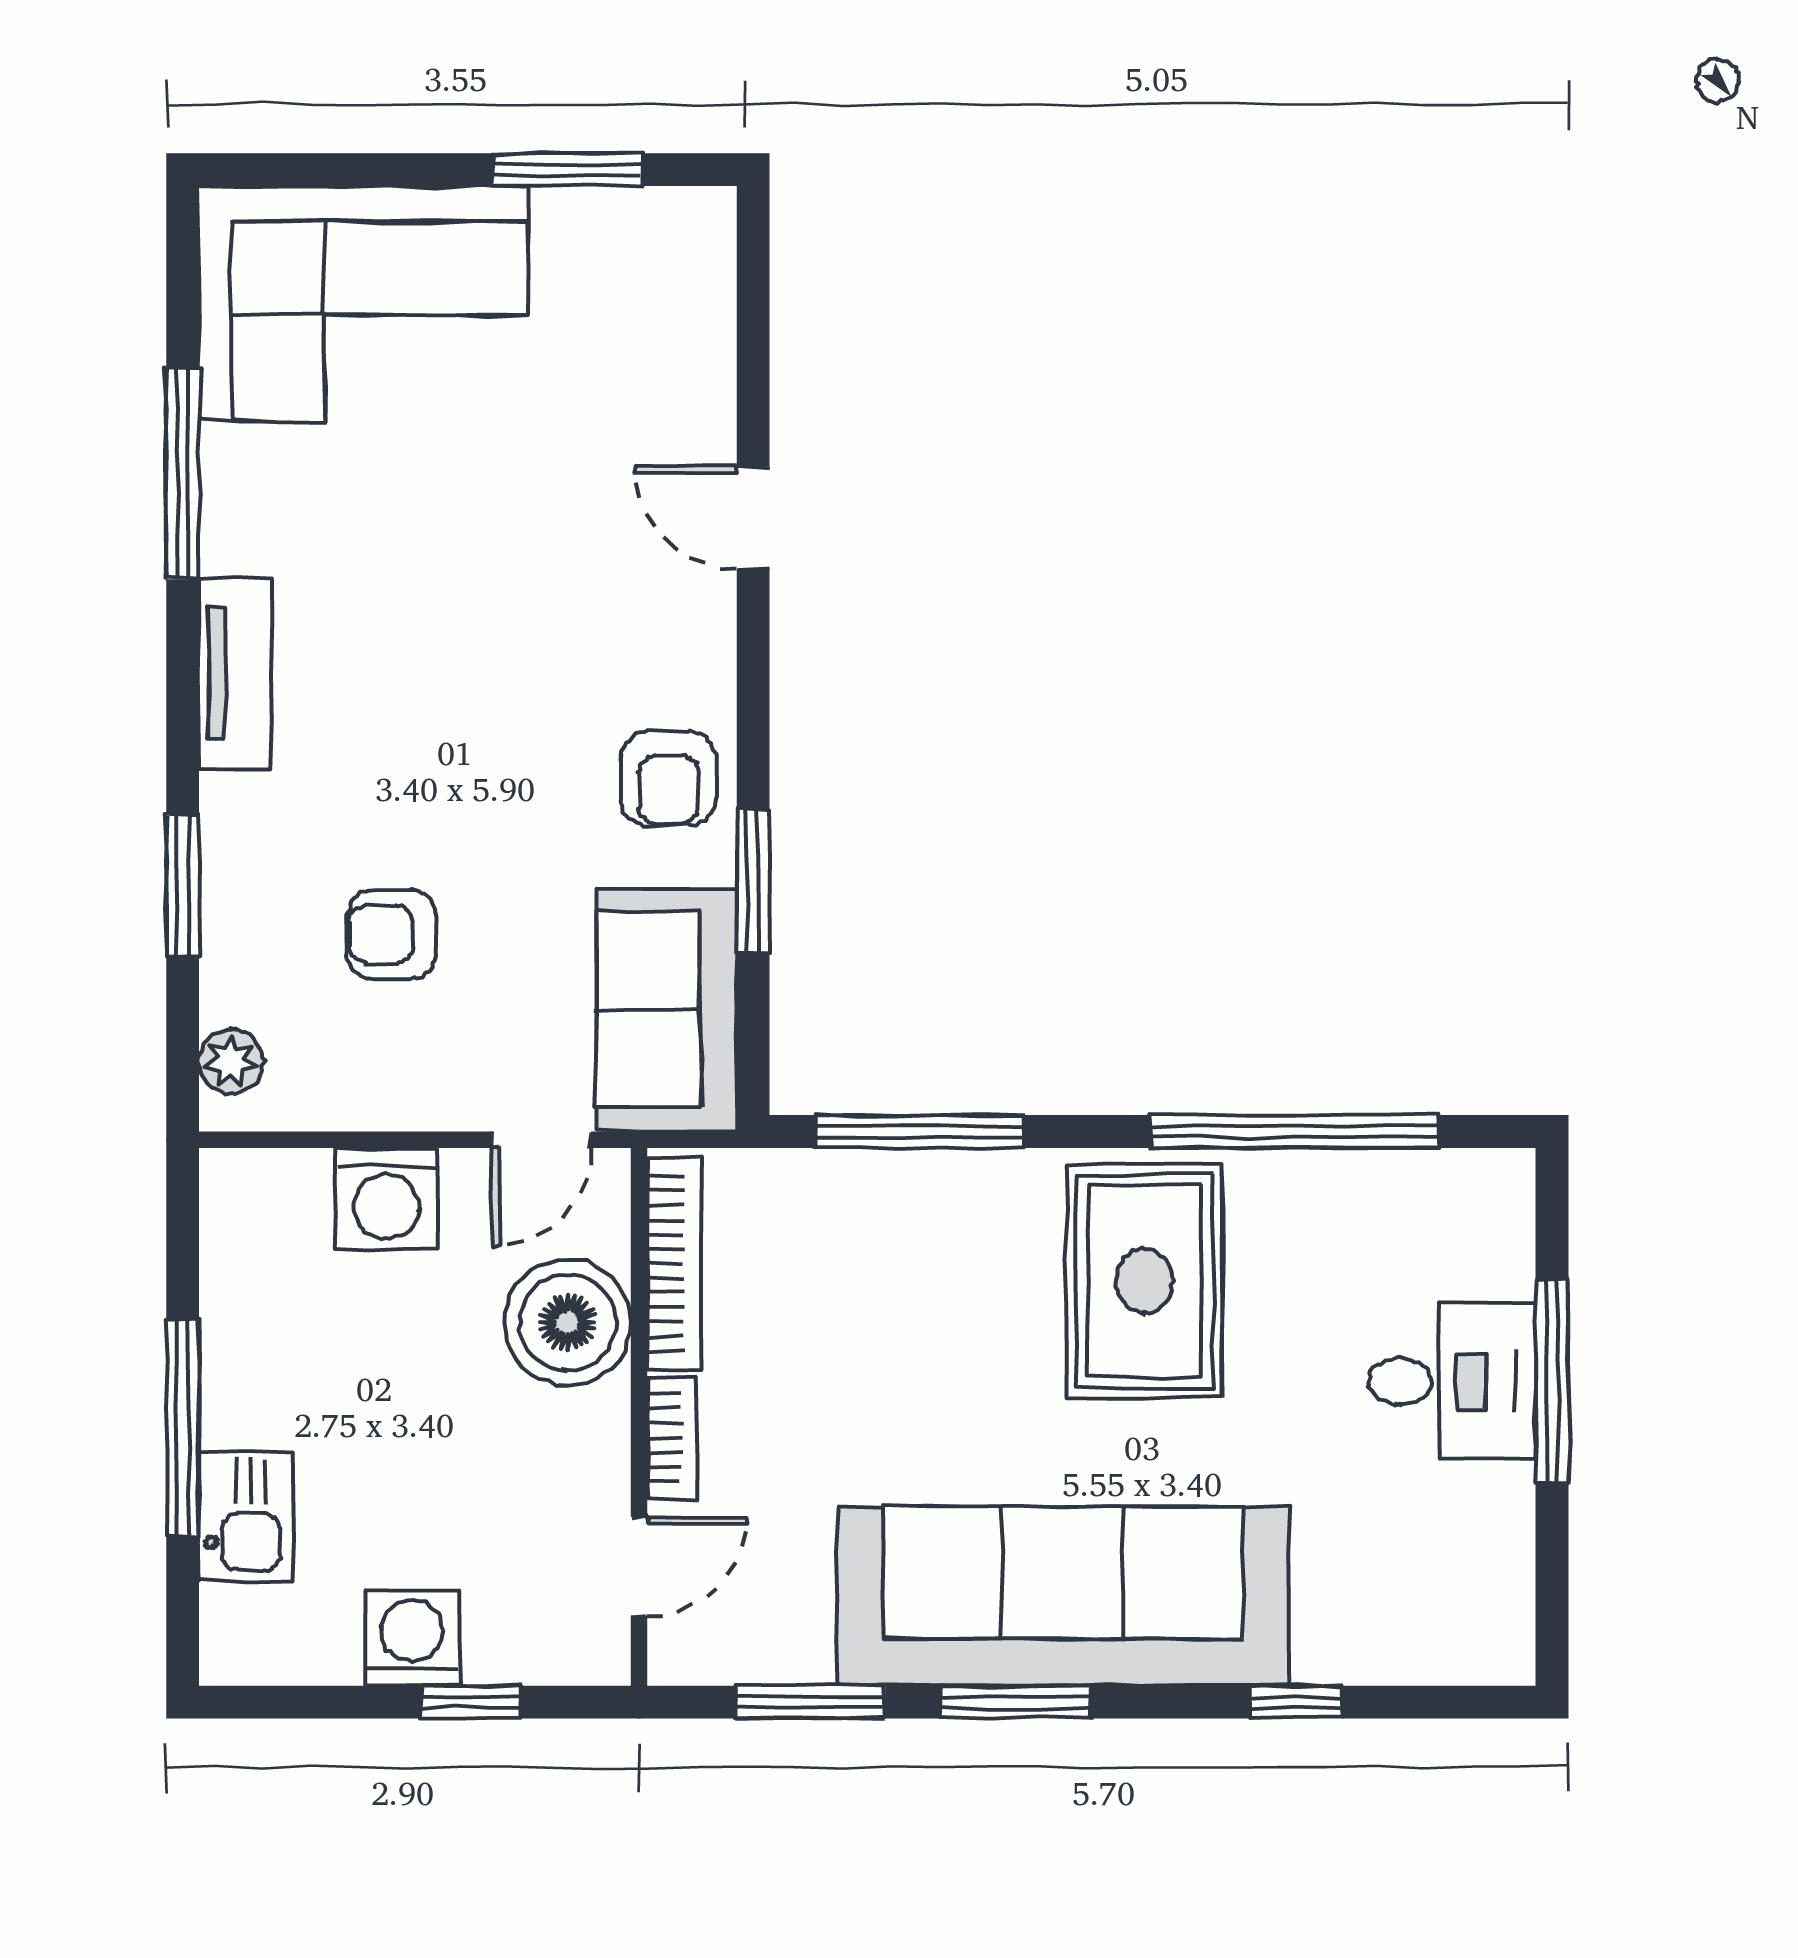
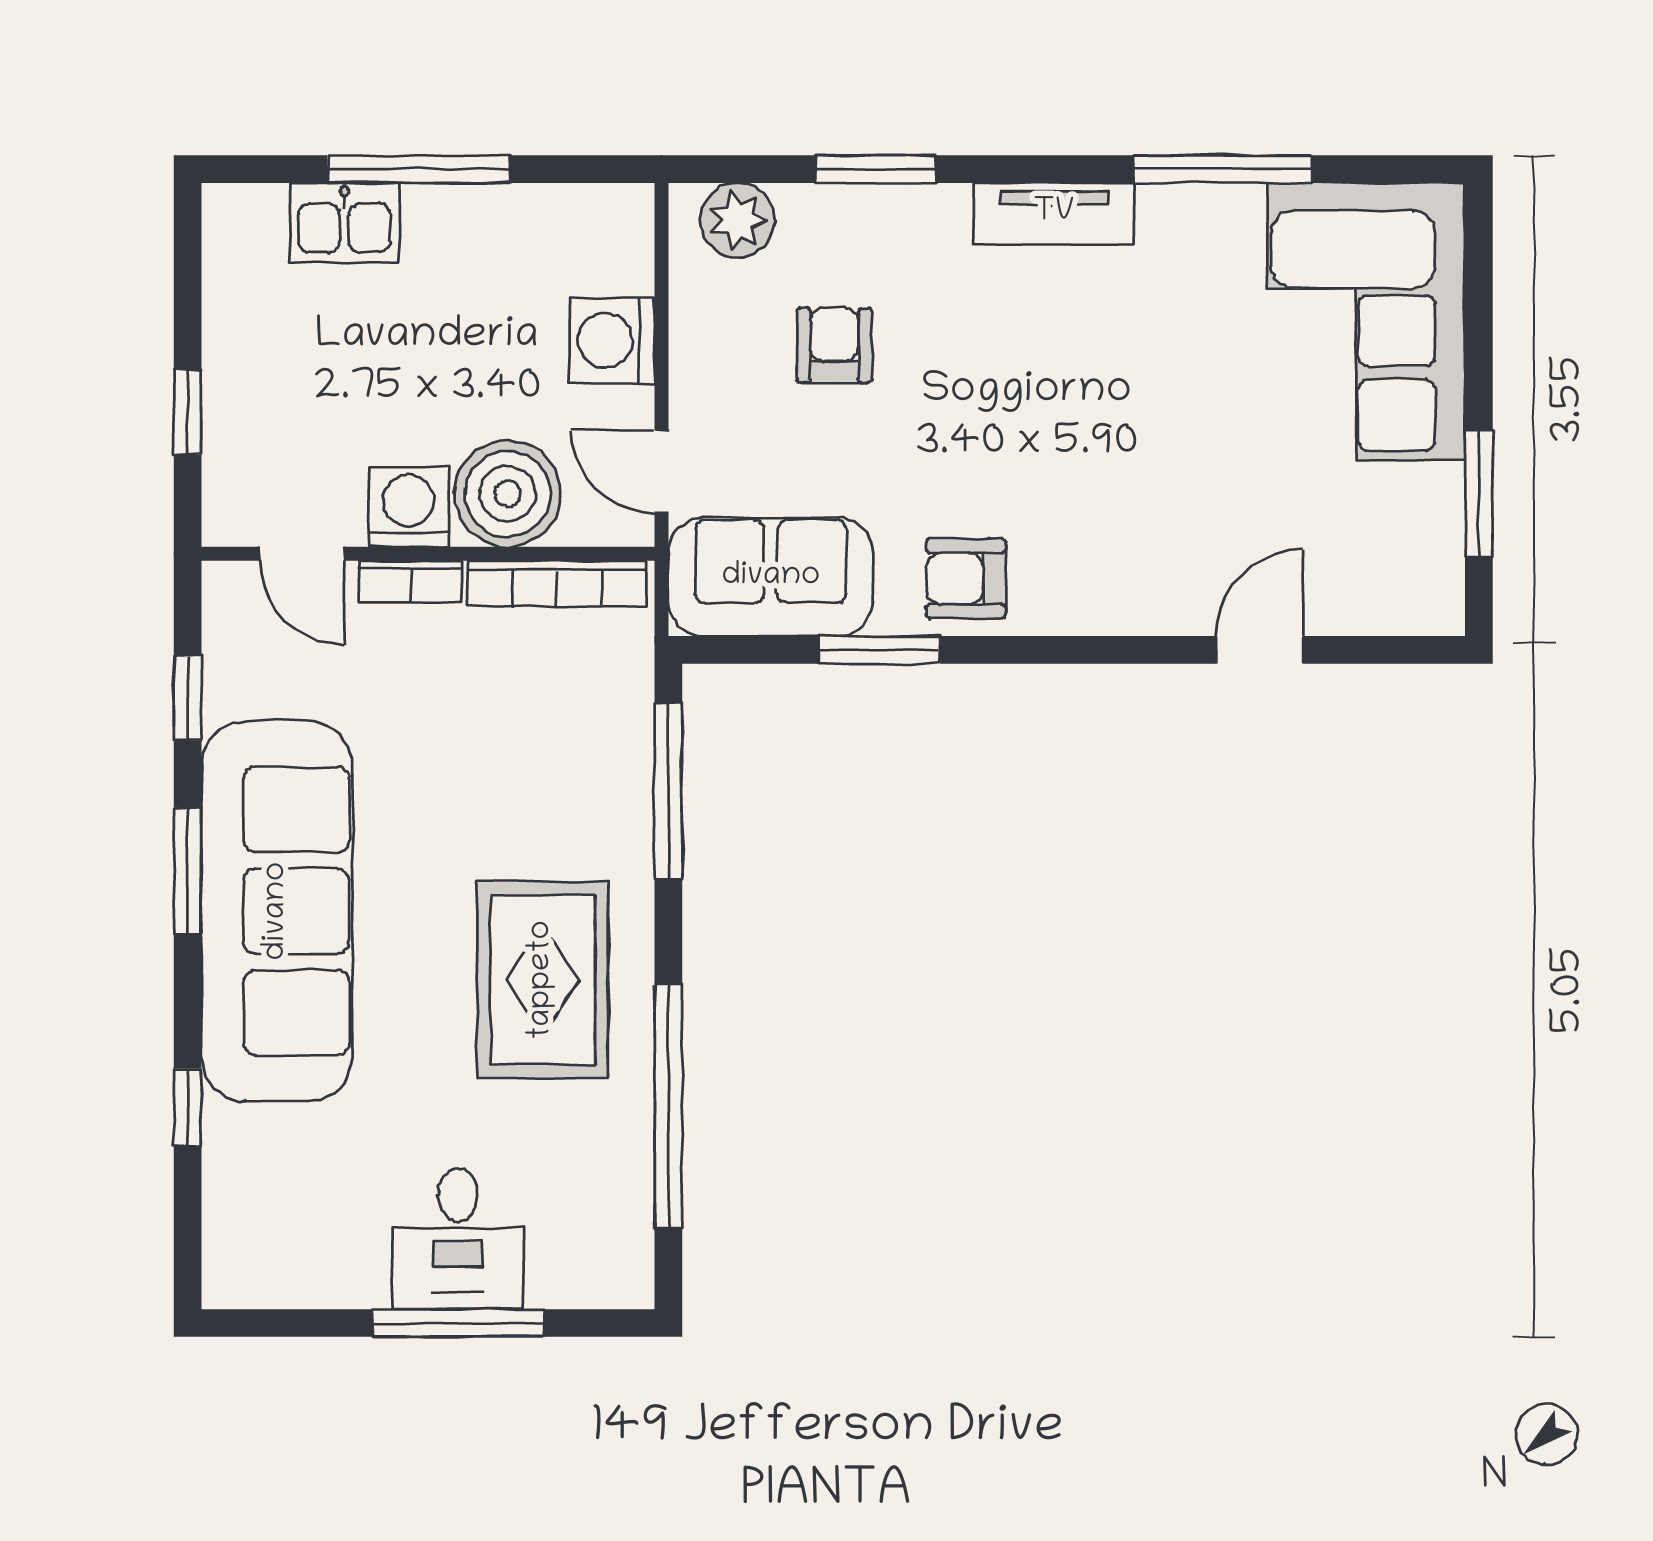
door: (753, 517) -> (1260, 650), moved
plant: (231, 1061) -> (738, 220), width x1.38, depth x1.38
rug: (1145, 1281) -> (542, 980), turned 90
washing machine: (412, 1638) -> (409, 507), moved, turned -90
window: (810, 1702) -> (188, 698), width x0.67

